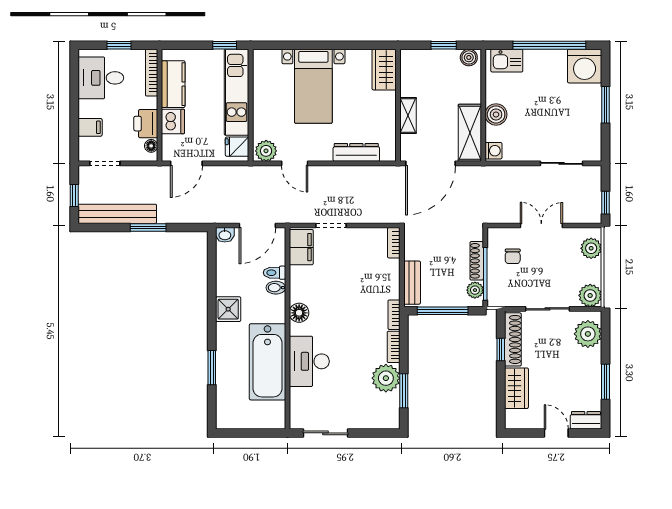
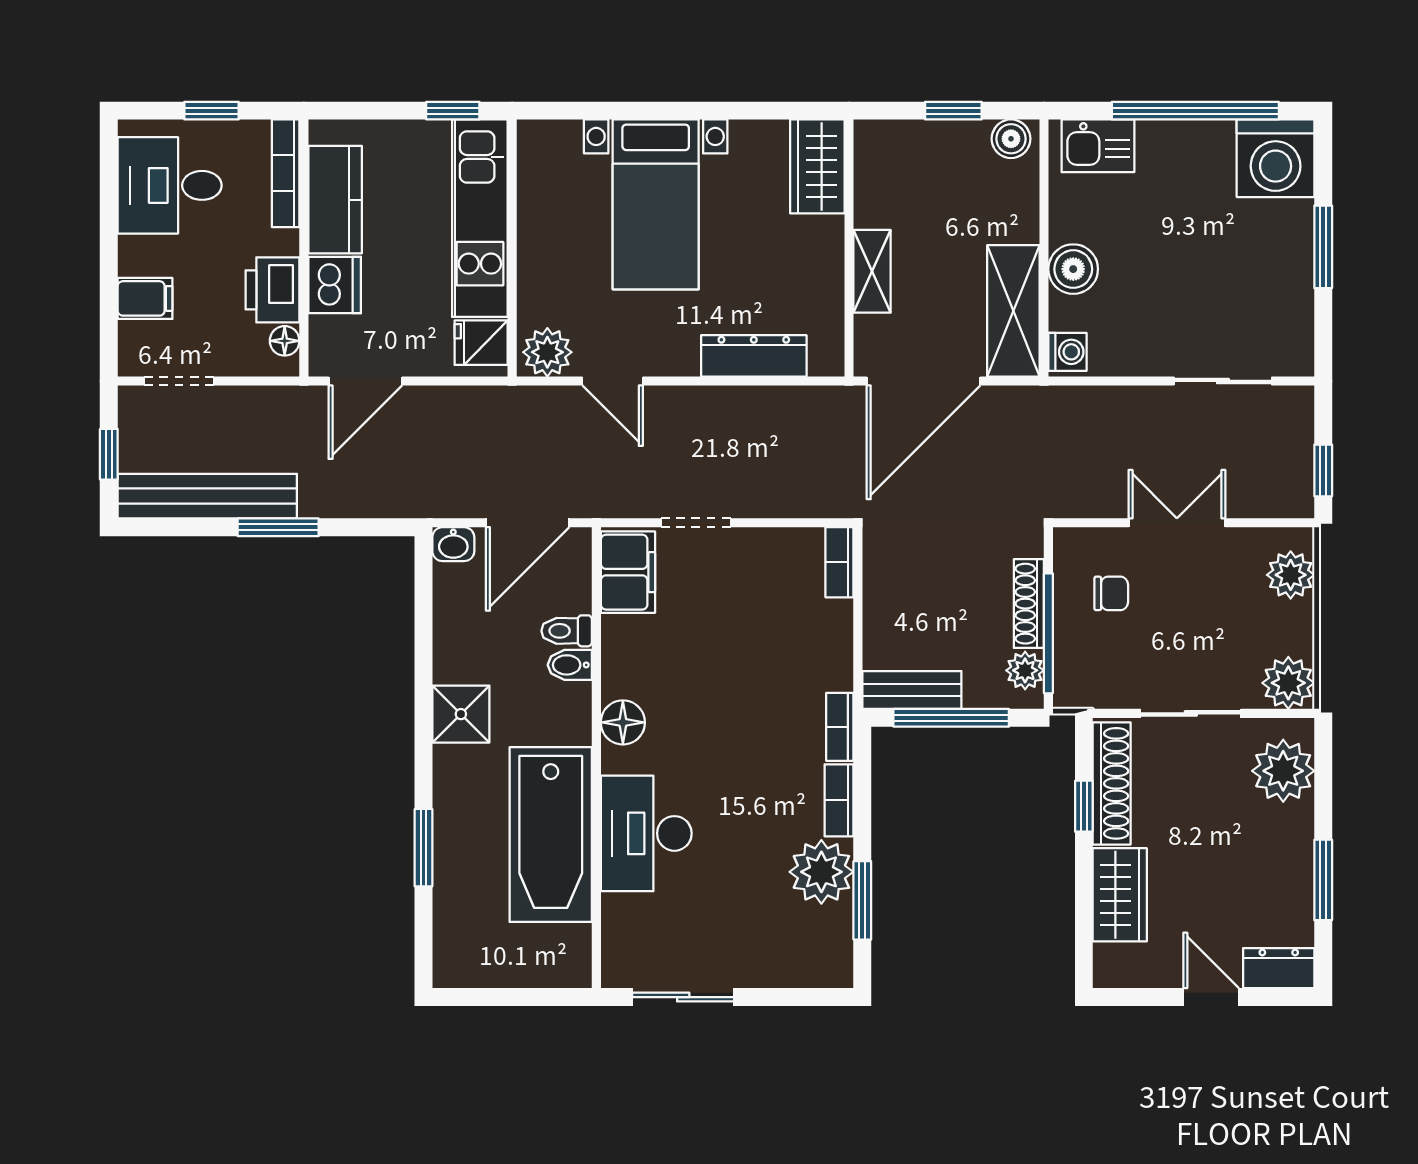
chair: (513, 256) -> (1111, 593), turned -90
bench: (412, 283) -> (912, 690), moved, turned 90

